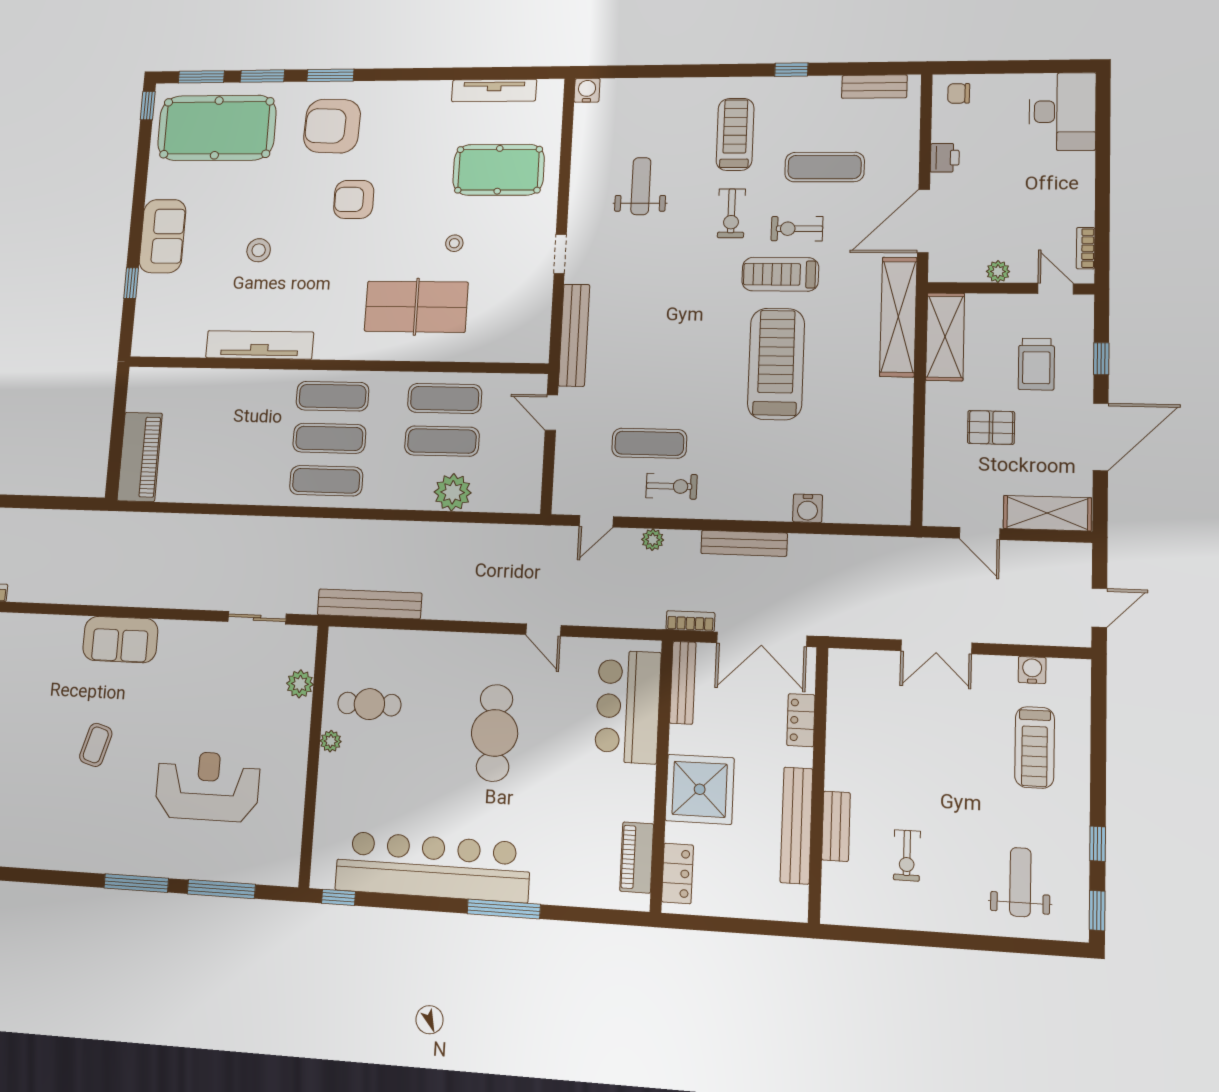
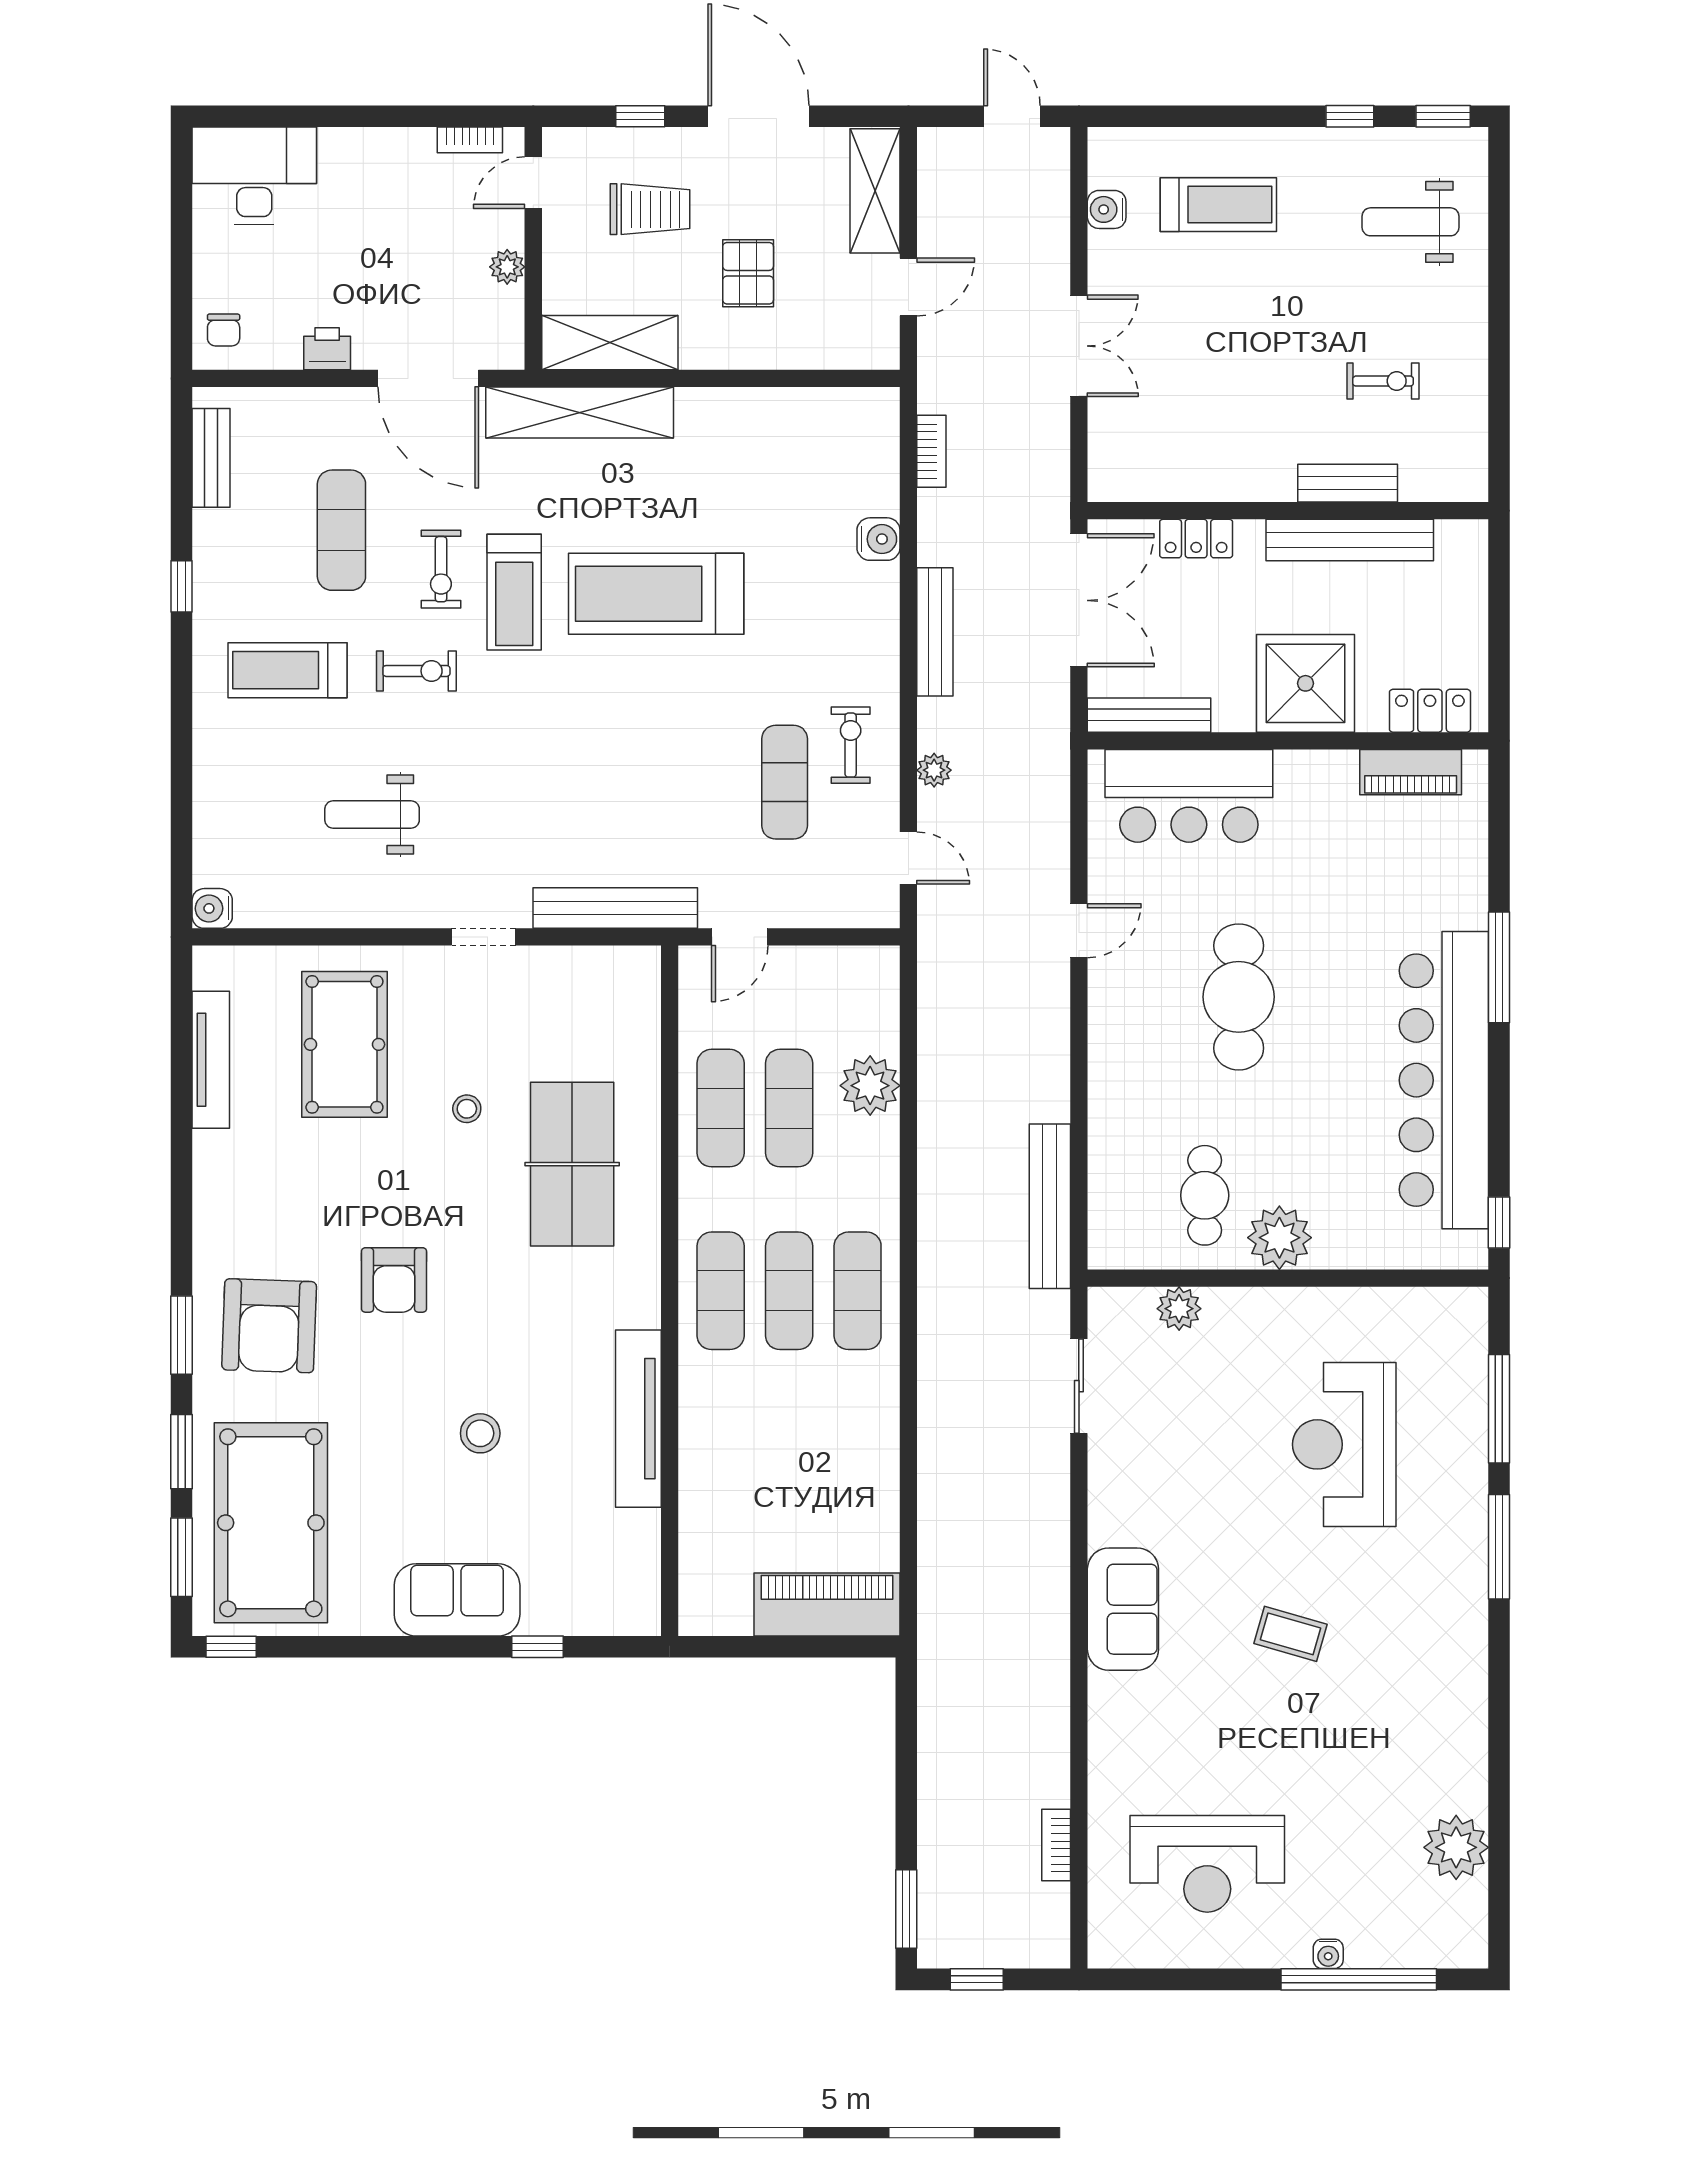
bookcase: (690, 621) -> (931, 451), moved, turned 180
cafe table: (495, 733) -> (1239, 997), turned 90
plant: (331, 741) -> (1279, 1238), width x1.87, depth x1.87

